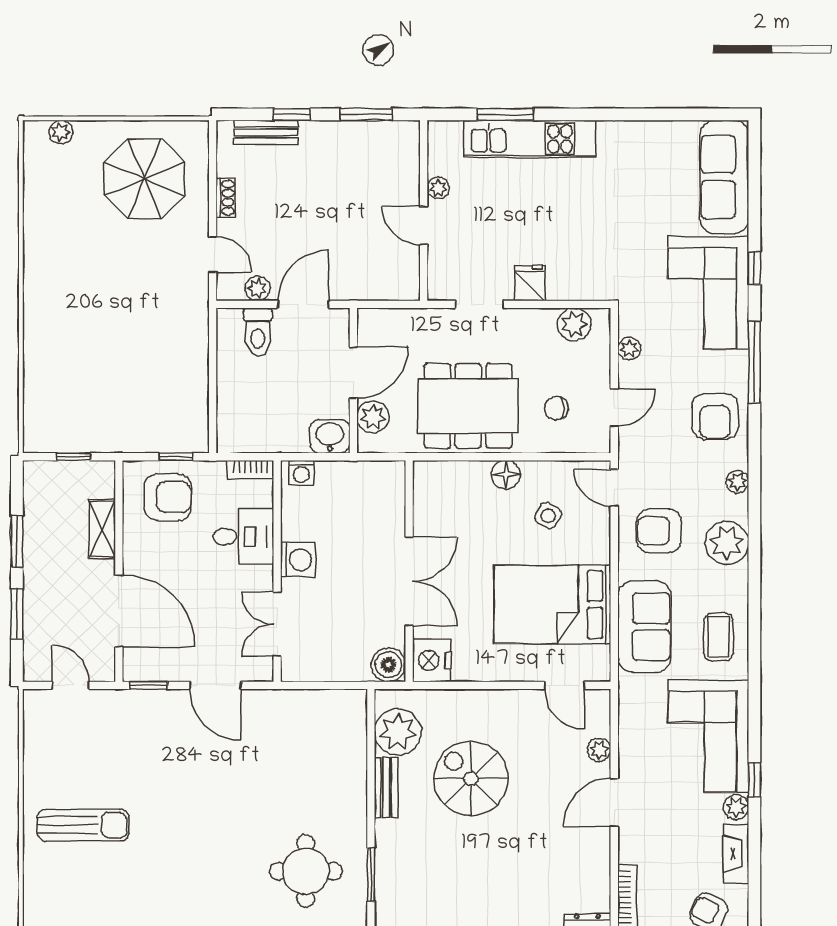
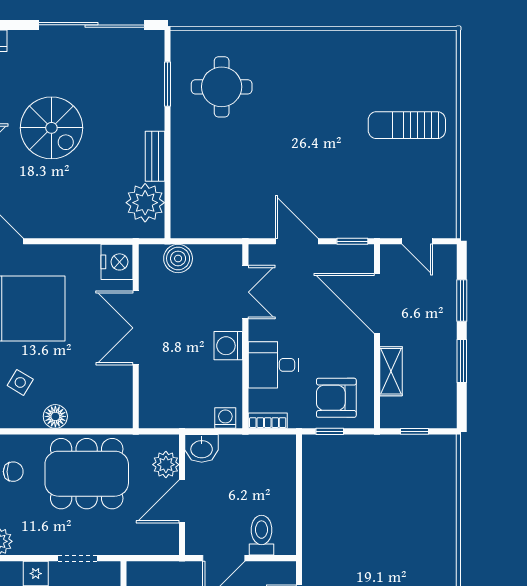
plant: (257, 288) -> (262, 571), removed
boiler: (388, 665) -> (178, 258), moved
spiral stairs: (471, 778) -> (51, 128), moved

